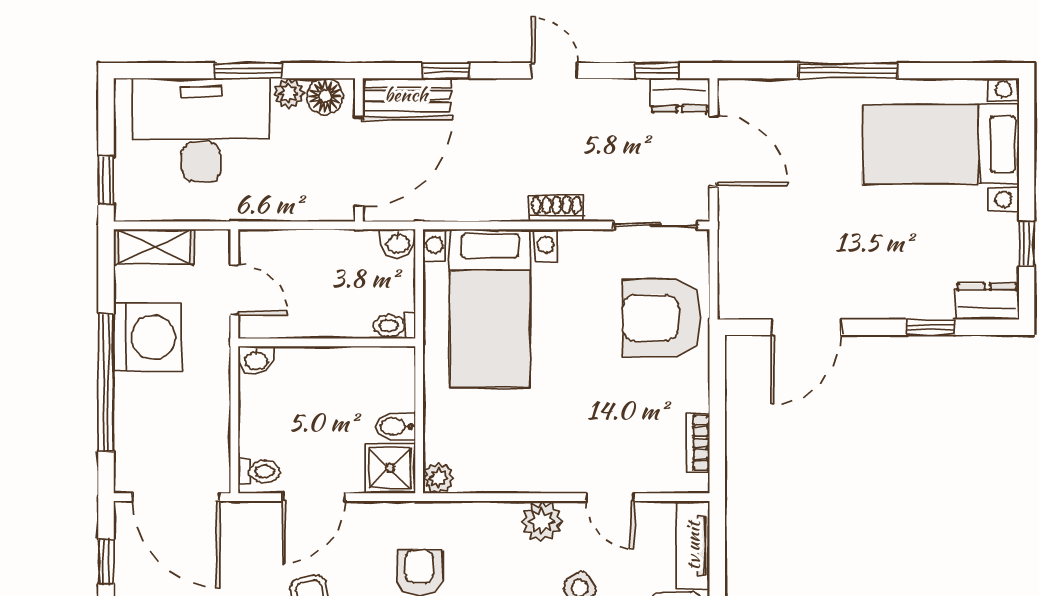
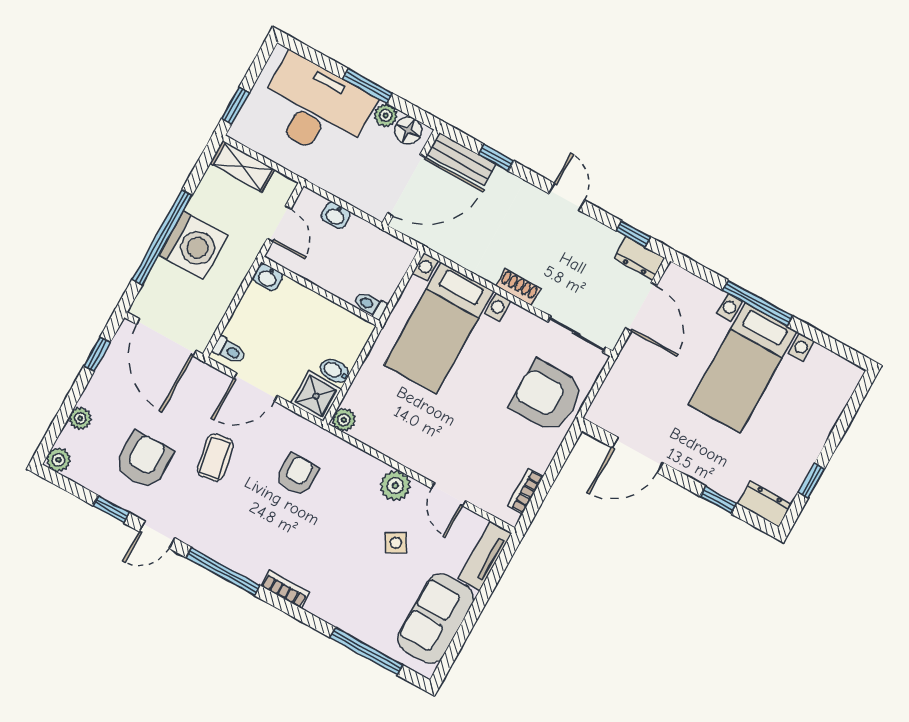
bed with nightstands: (941, 144) -> (743, 368), moved, turned -90
washbasin: (398, 243) -> (336, 215), moved
washing machine: (148, 337) -> (193, 245), moved

